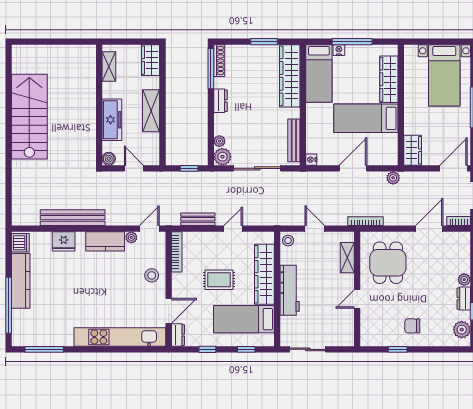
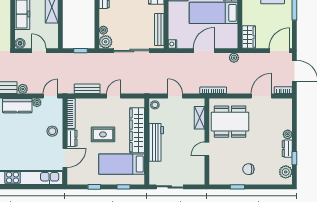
plant: (112, 219) -> (23, 89), added
dining table: (388, 263) -> (230, 122), width x1.38
dresser: (178, 335) -> (72, 138), moved

